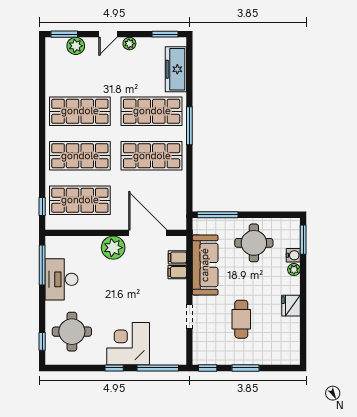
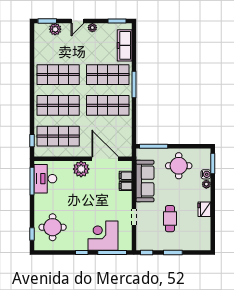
desk: (61, 279) -> (45, 179), moved
corner desk: (128, 344) -> (103, 236), moved

